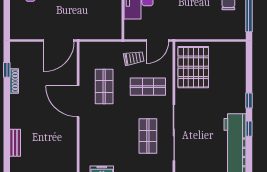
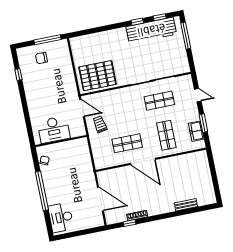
door: (59, 40) -> (100, 199), moved
shop shelf: (148, 87) -> (166, 135), moved
window: (249, 100) -> (160, 17), moved
door: (78, 101) -> (143, 161), hinge flipped

